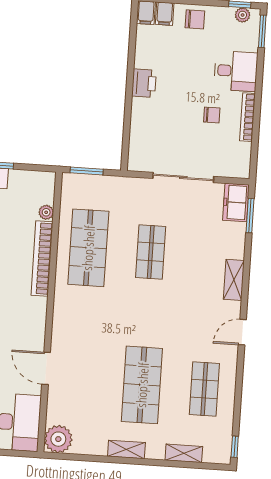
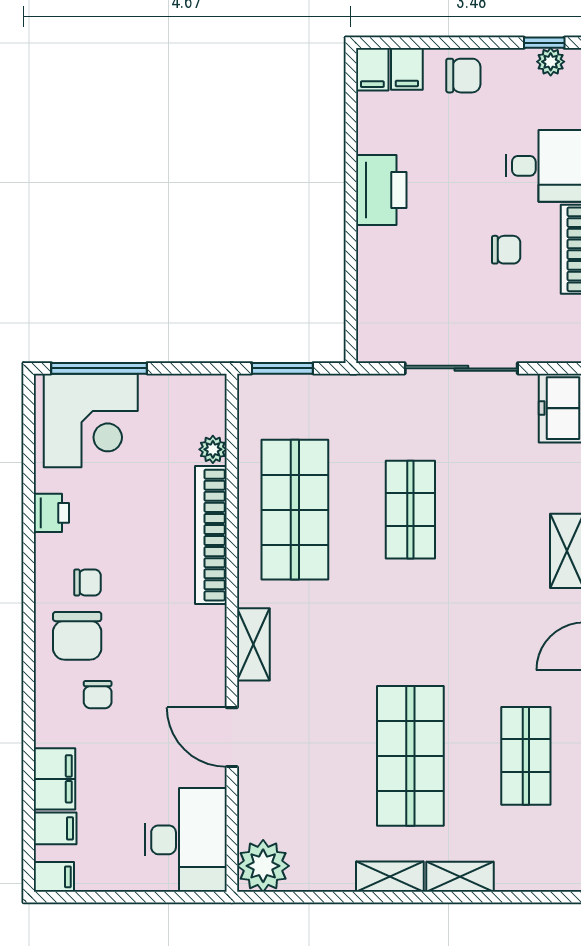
printer: (144, 83) -> (381, 190), width x1.37, depth x1.19
shelving: (61, 319) -> (253, 644), added
shelving: (184, 453) -> (460, 877), moved

